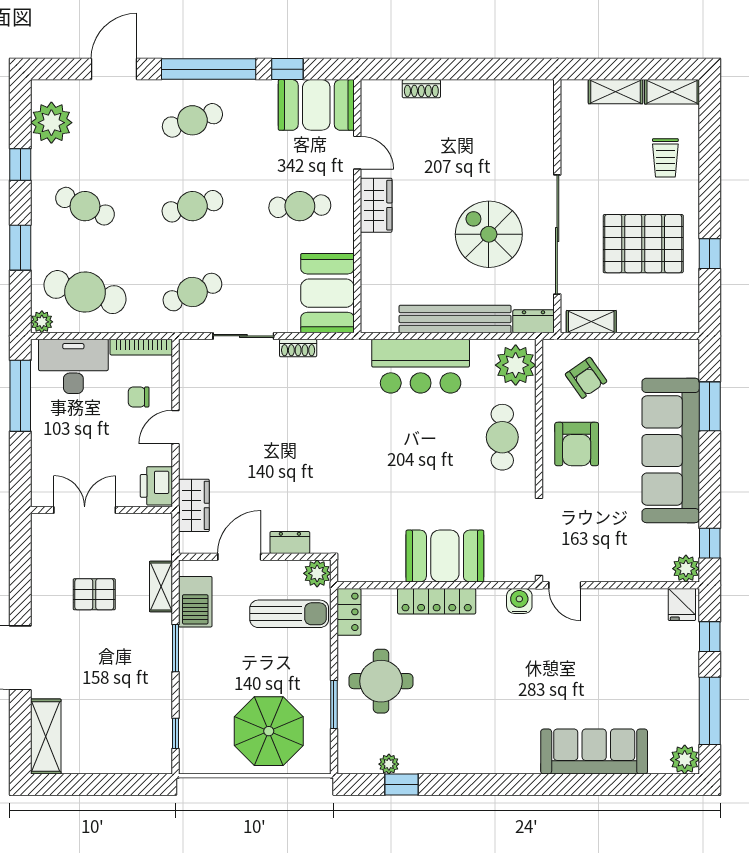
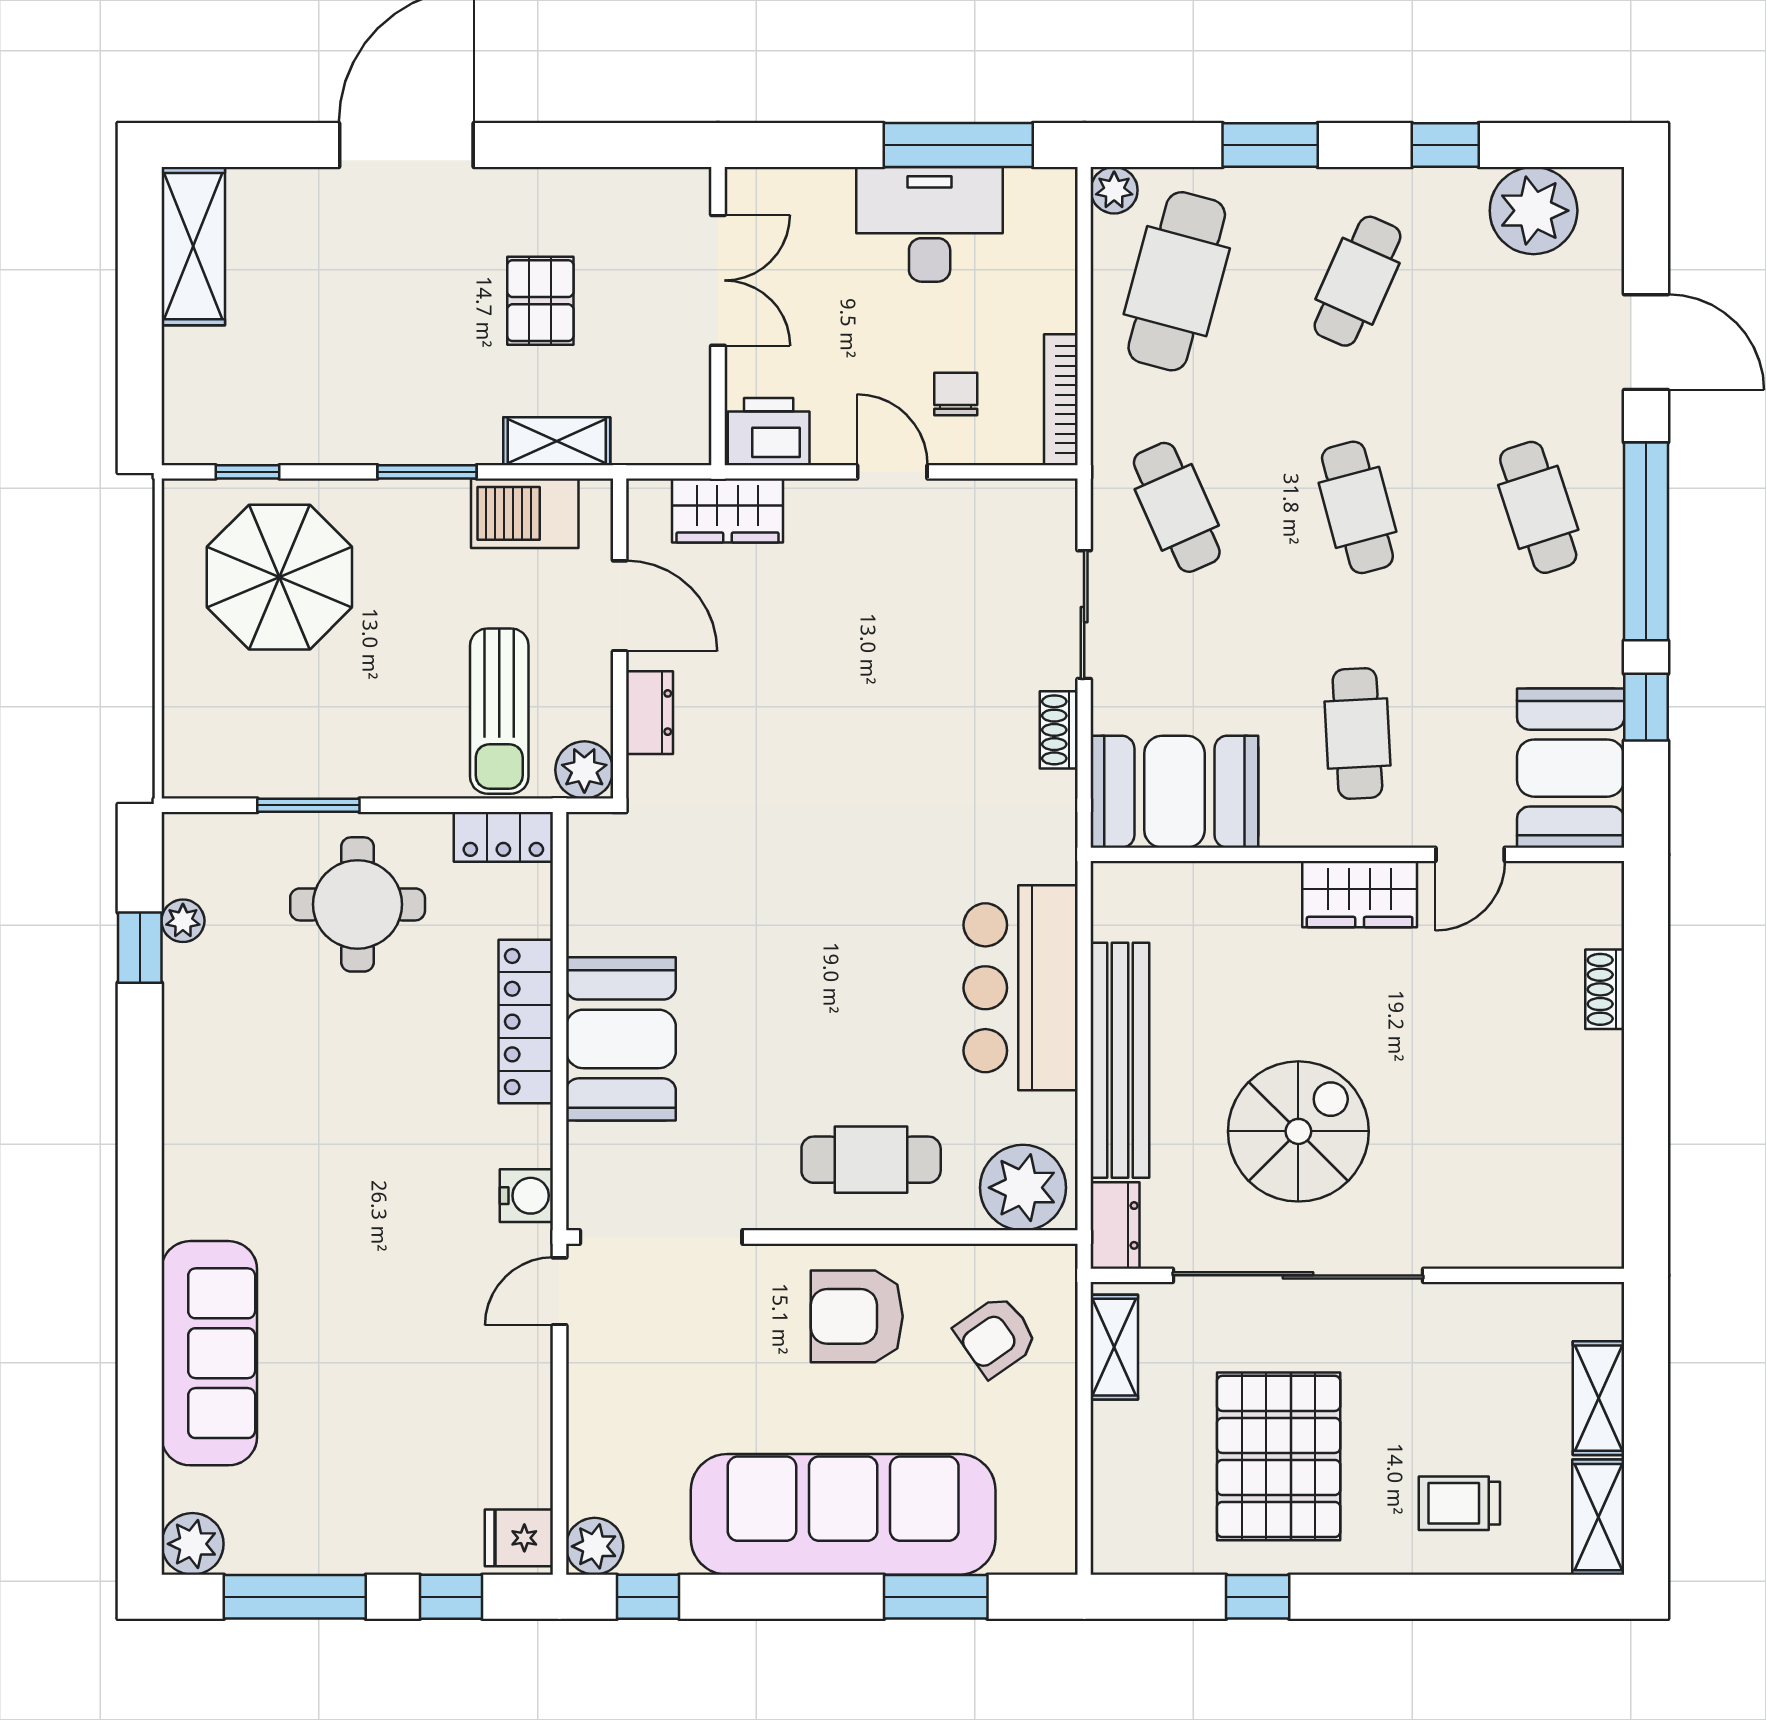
desk: (73, 366) -> (930, 224), moved, turned -90
parasol: (269, 731) -> (279, 577), moved
shelving: (46, 737) -> (193, 246), moved, turned 90

